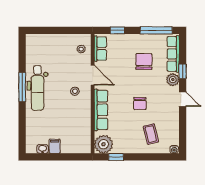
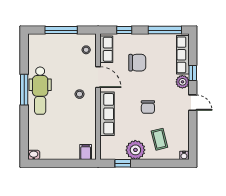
window: (57, 30) -> (61, 30), added
chair: (144, 61) -> (137, 63), moved, turned 90
plant: (103, 144) -> (135, 150), moved
filing cabinet: (55, 146) -> (86, 152), moved
washbasin: (43, 149) -> (34, 155), moved

